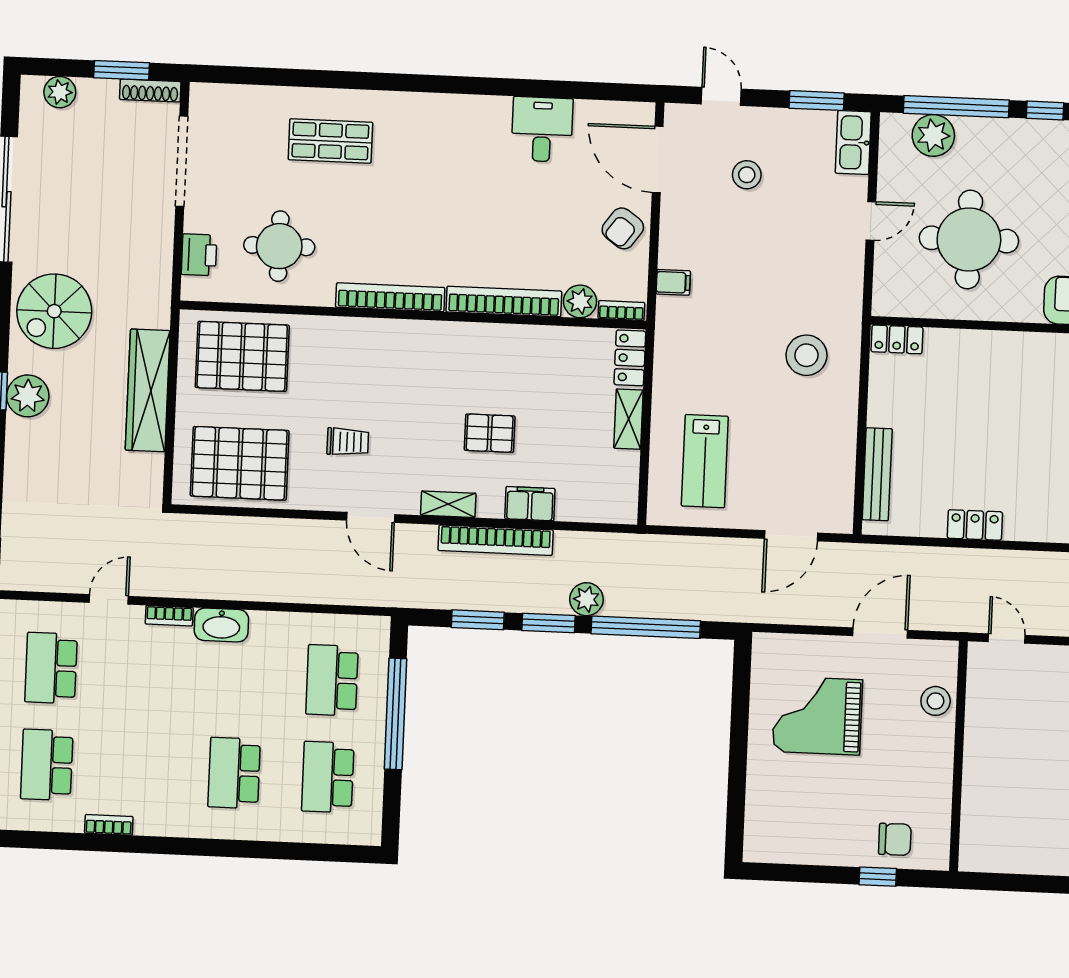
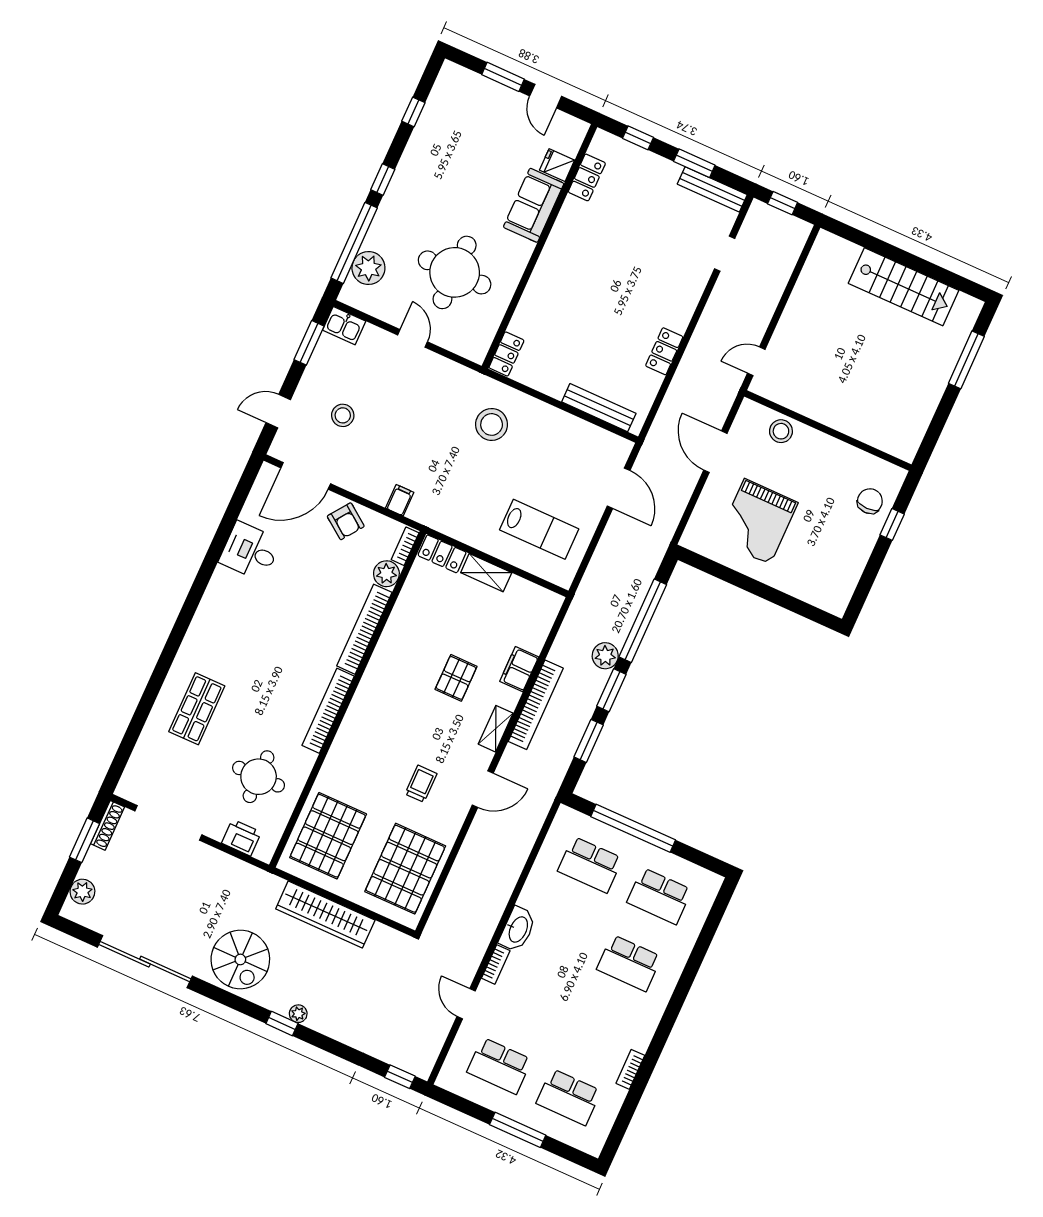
kitchen sink: (853, 142) -> (344, 326), width x0.73
plant: (28, 396) -> (298, 1014), width x0.53, depth x0.53

